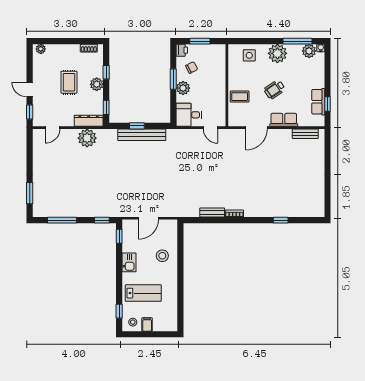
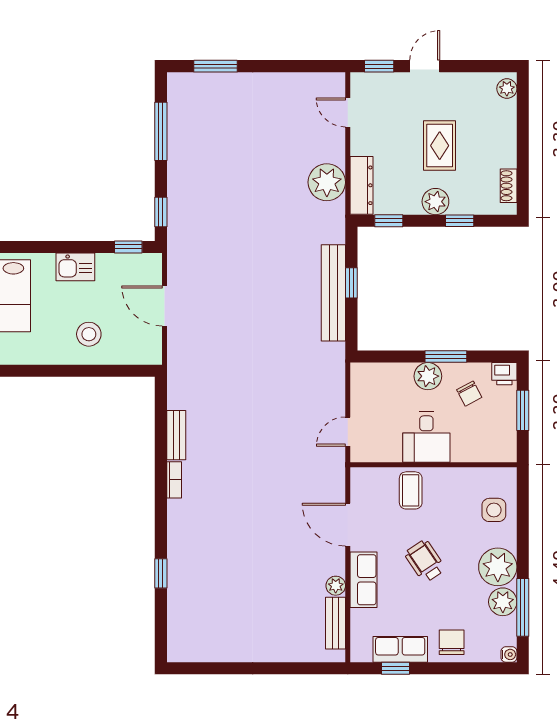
plant: (309, 51) -> (503, 602), moved
chair: (315, 76) -> (452, 642), added
rug: (69, 82) -> (440, 146), turned 90
desk: (189, 115) -> (426, 437), moved, turned 180
plant: (287, 134) -> (336, 586), added

